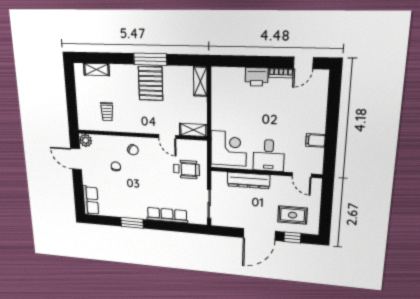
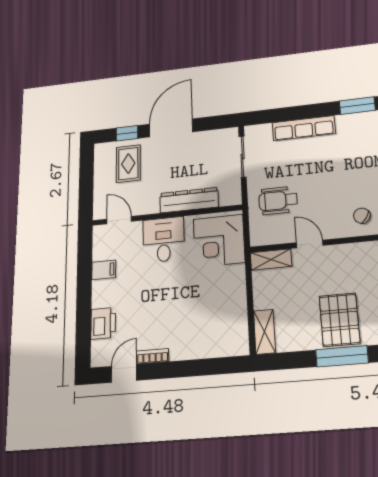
printer: (257, 77) -> (103, 323), moved, turned 90
rug: (293, 215) -> (128, 164), turned 90

